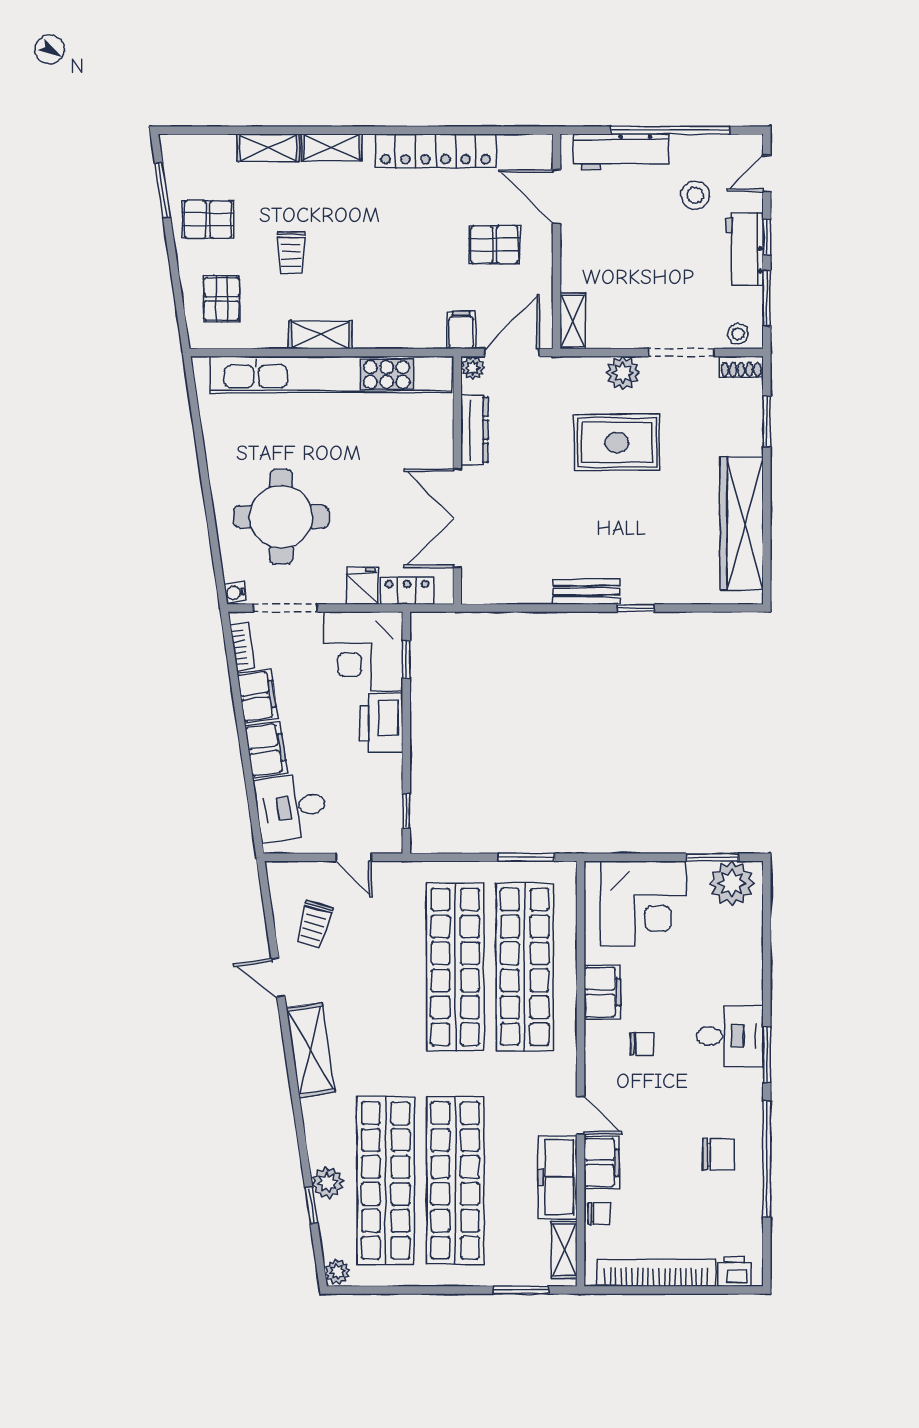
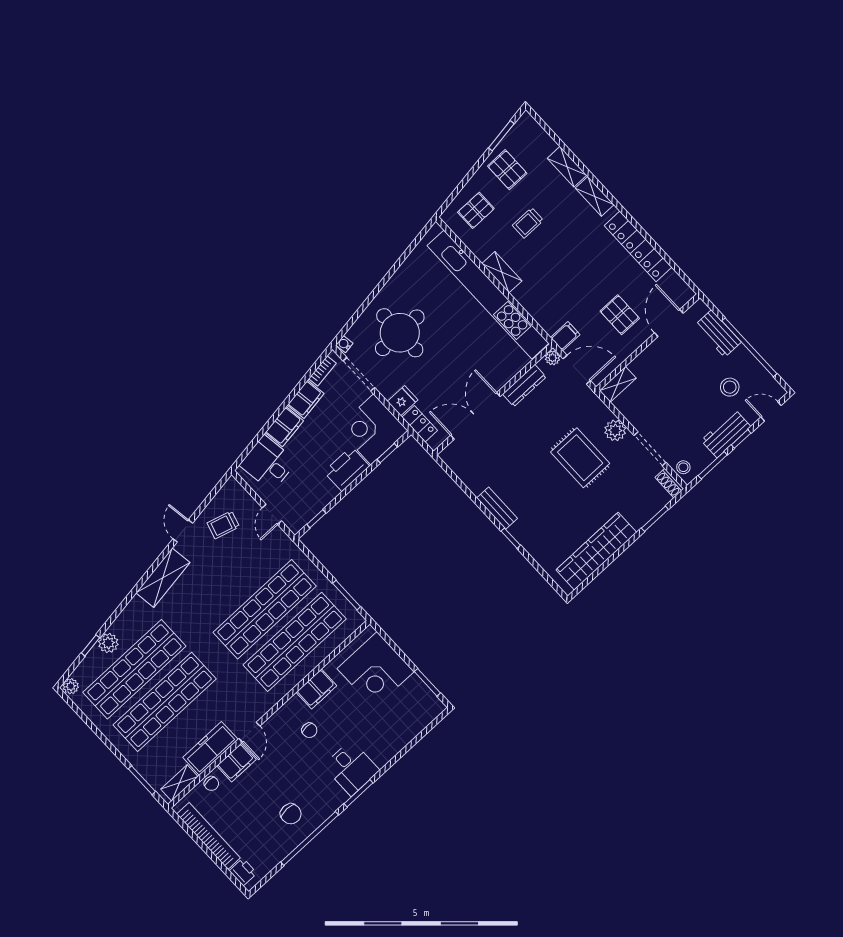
workbench: (621, 152) -> (718, 334), width x0.73
plant: (732, 883) -> (424, 703), removed

